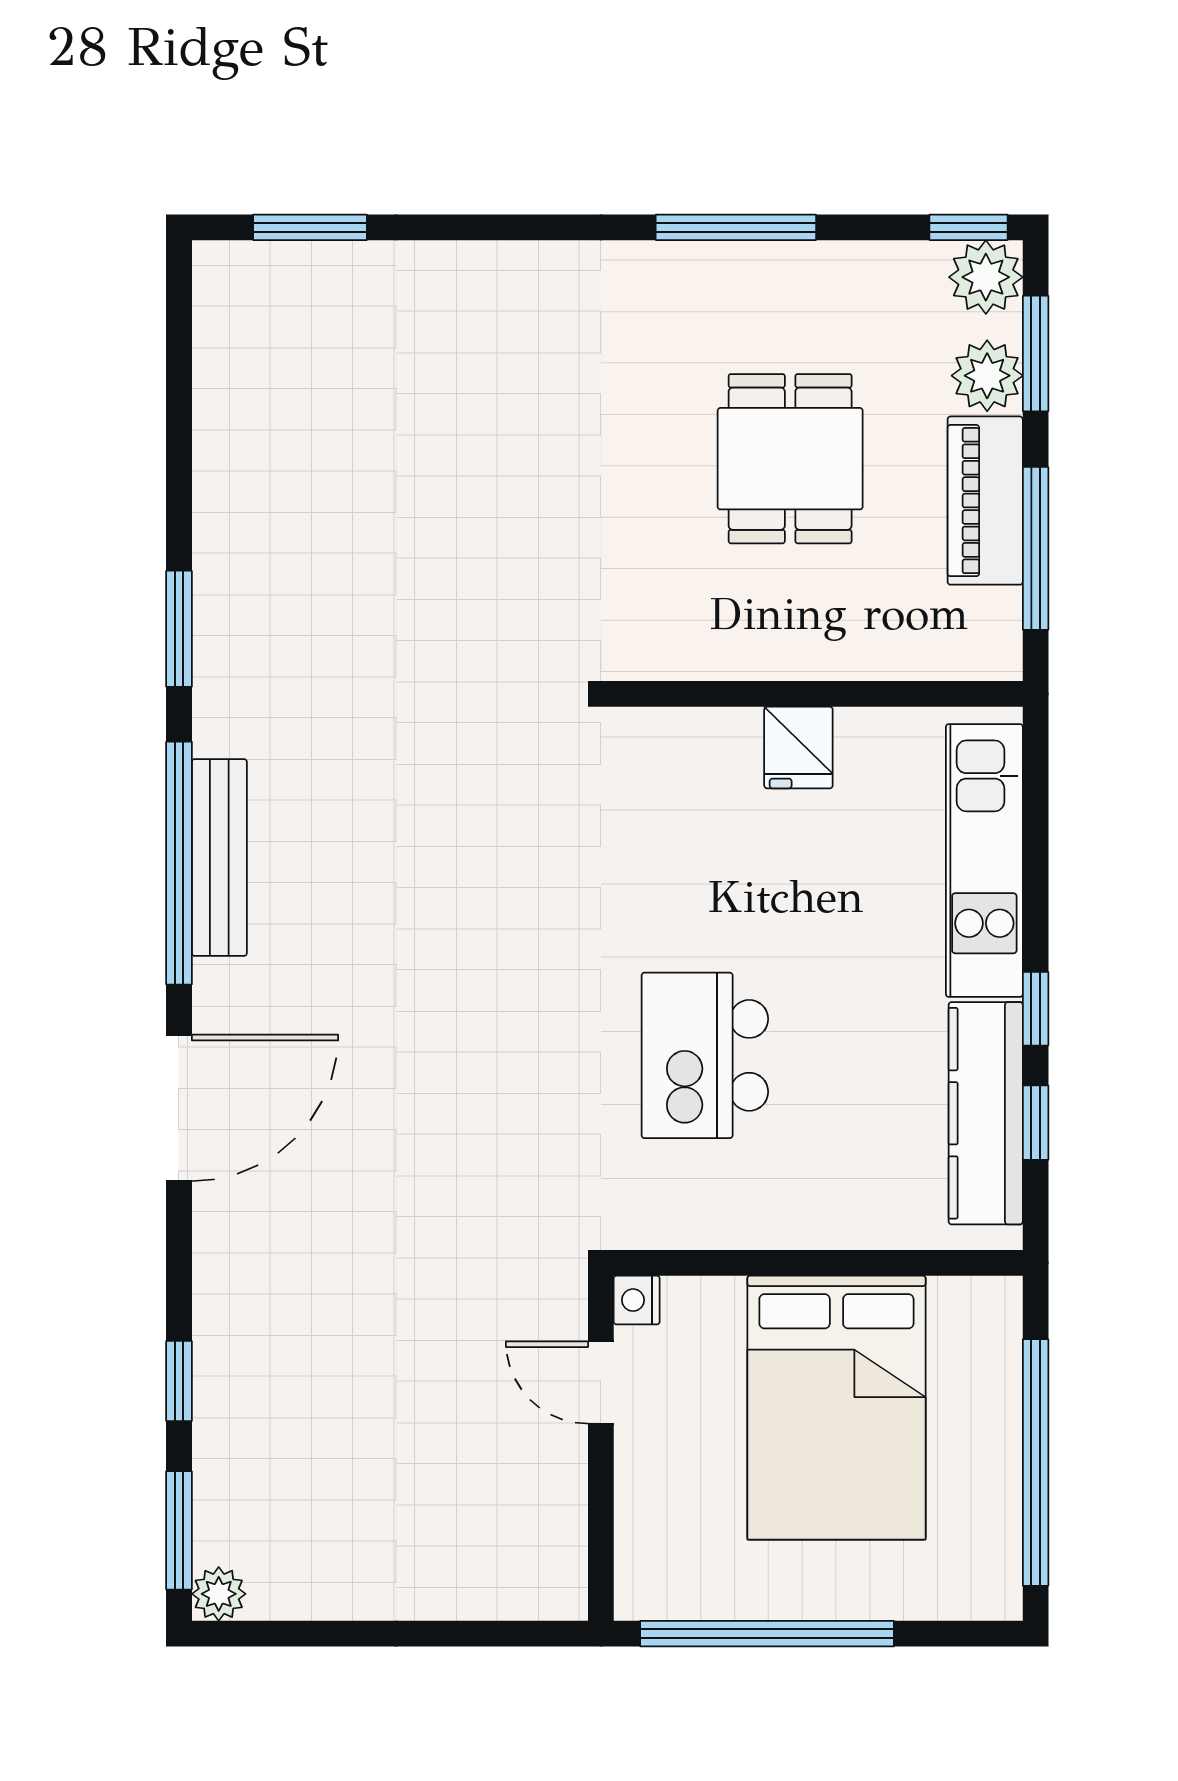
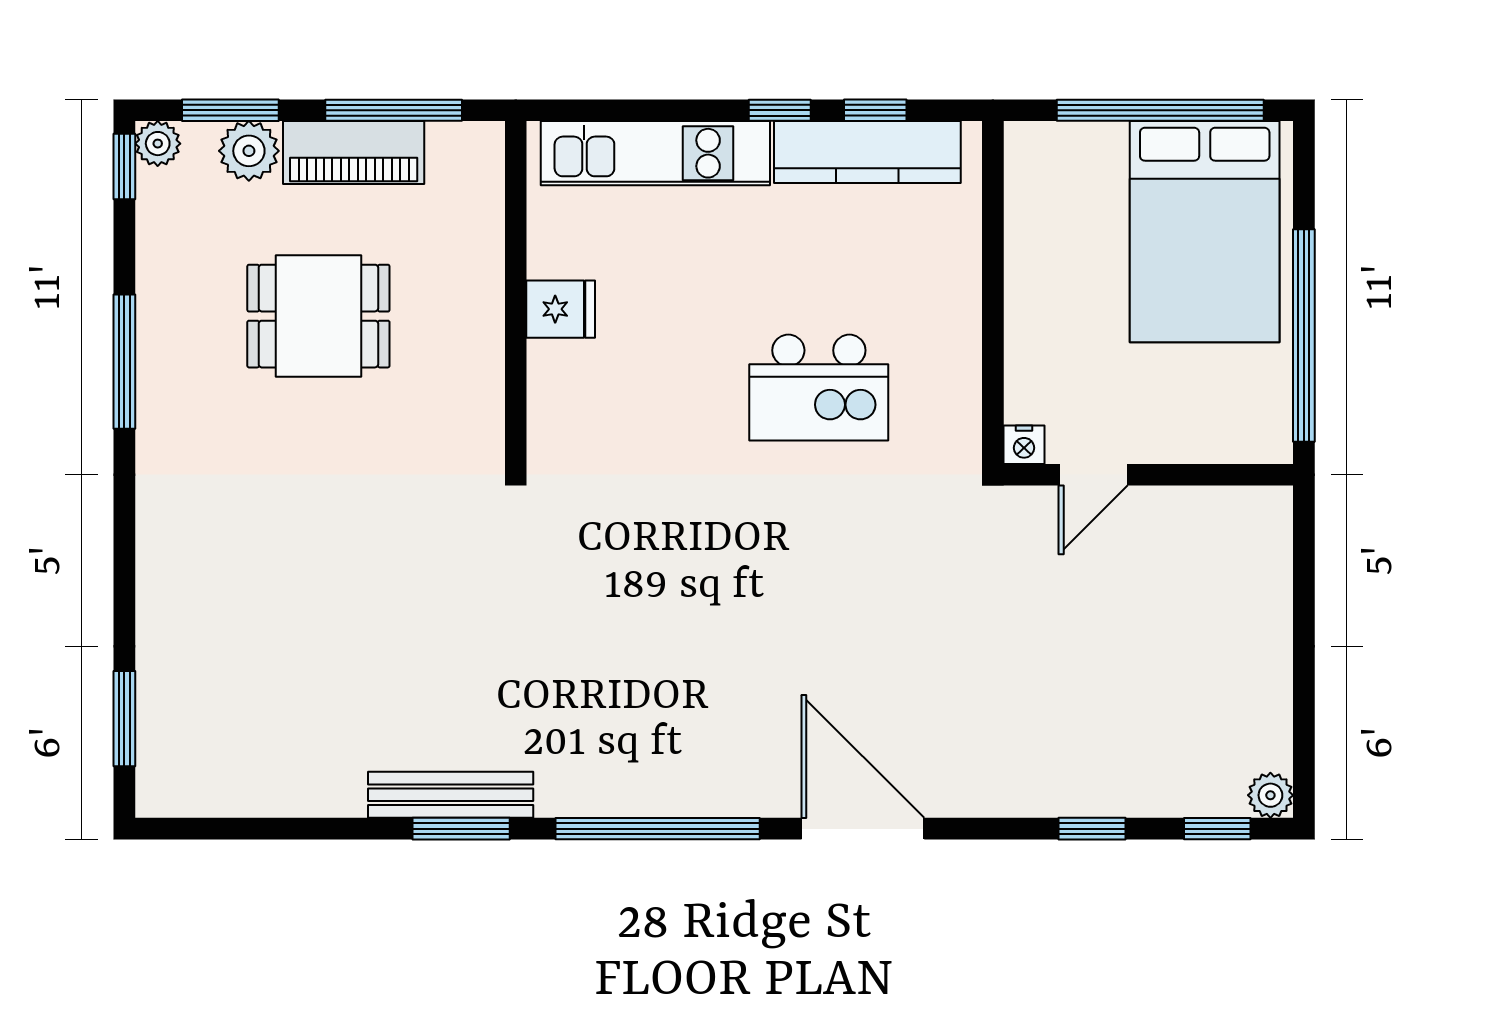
plant: (986, 277) -> (158, 144), width x0.73, depth x0.73
bench: (219, 857) -> (451, 795), moved
bed: (836, 1408) -> (1205, 232), moved, turned 90
window: (179, 1530) -> (1217, 829), width x0.67

